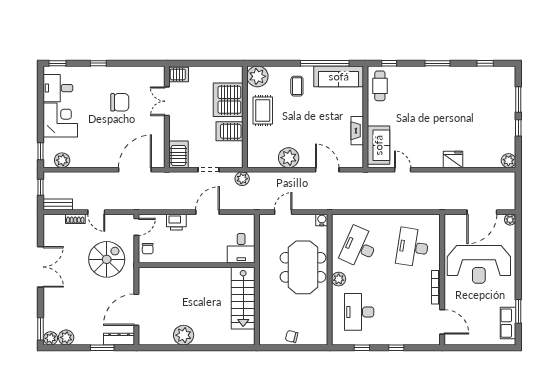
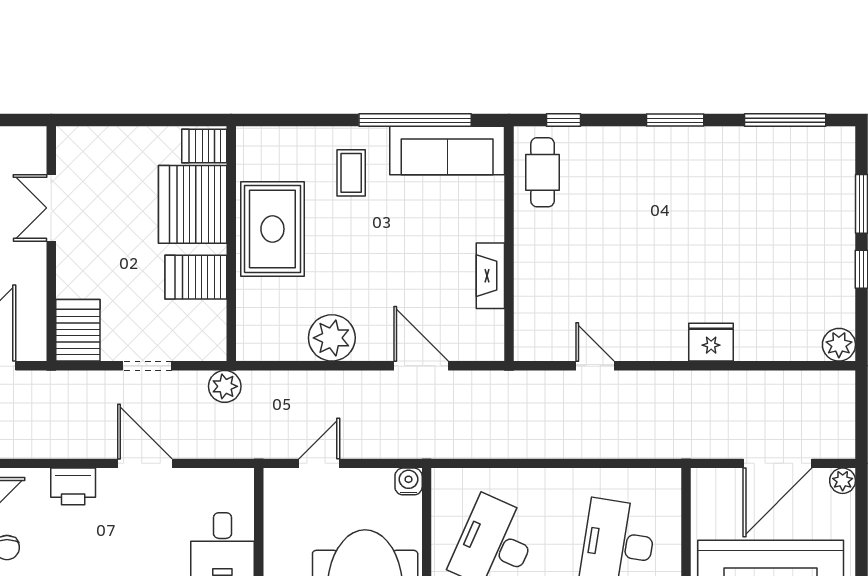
window: (485, 63) -> (785, 120), width x2.17
server rack: (179, 74) -> (204, 146), moved, turned 180
plant: (257, 76) -> (260, 150), removed
rug: (263, 110) -> (272, 229), width x1.36, depth x1.43
sofa: (378, 145) -> (539, 309), removed
door: (207, 212) -> (145, 463), hinge flipped

